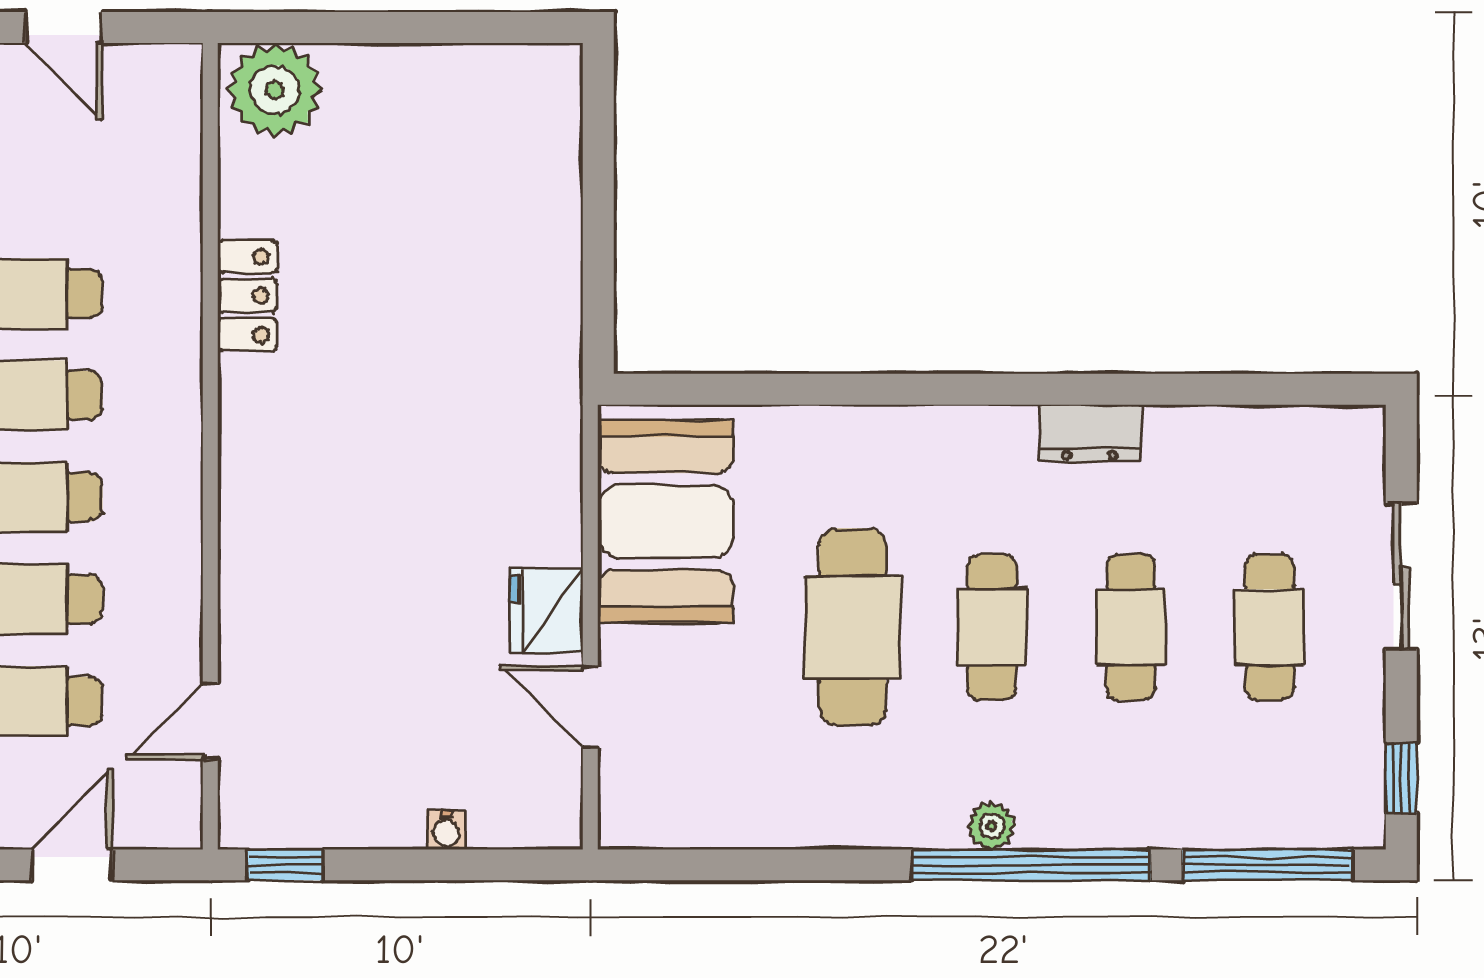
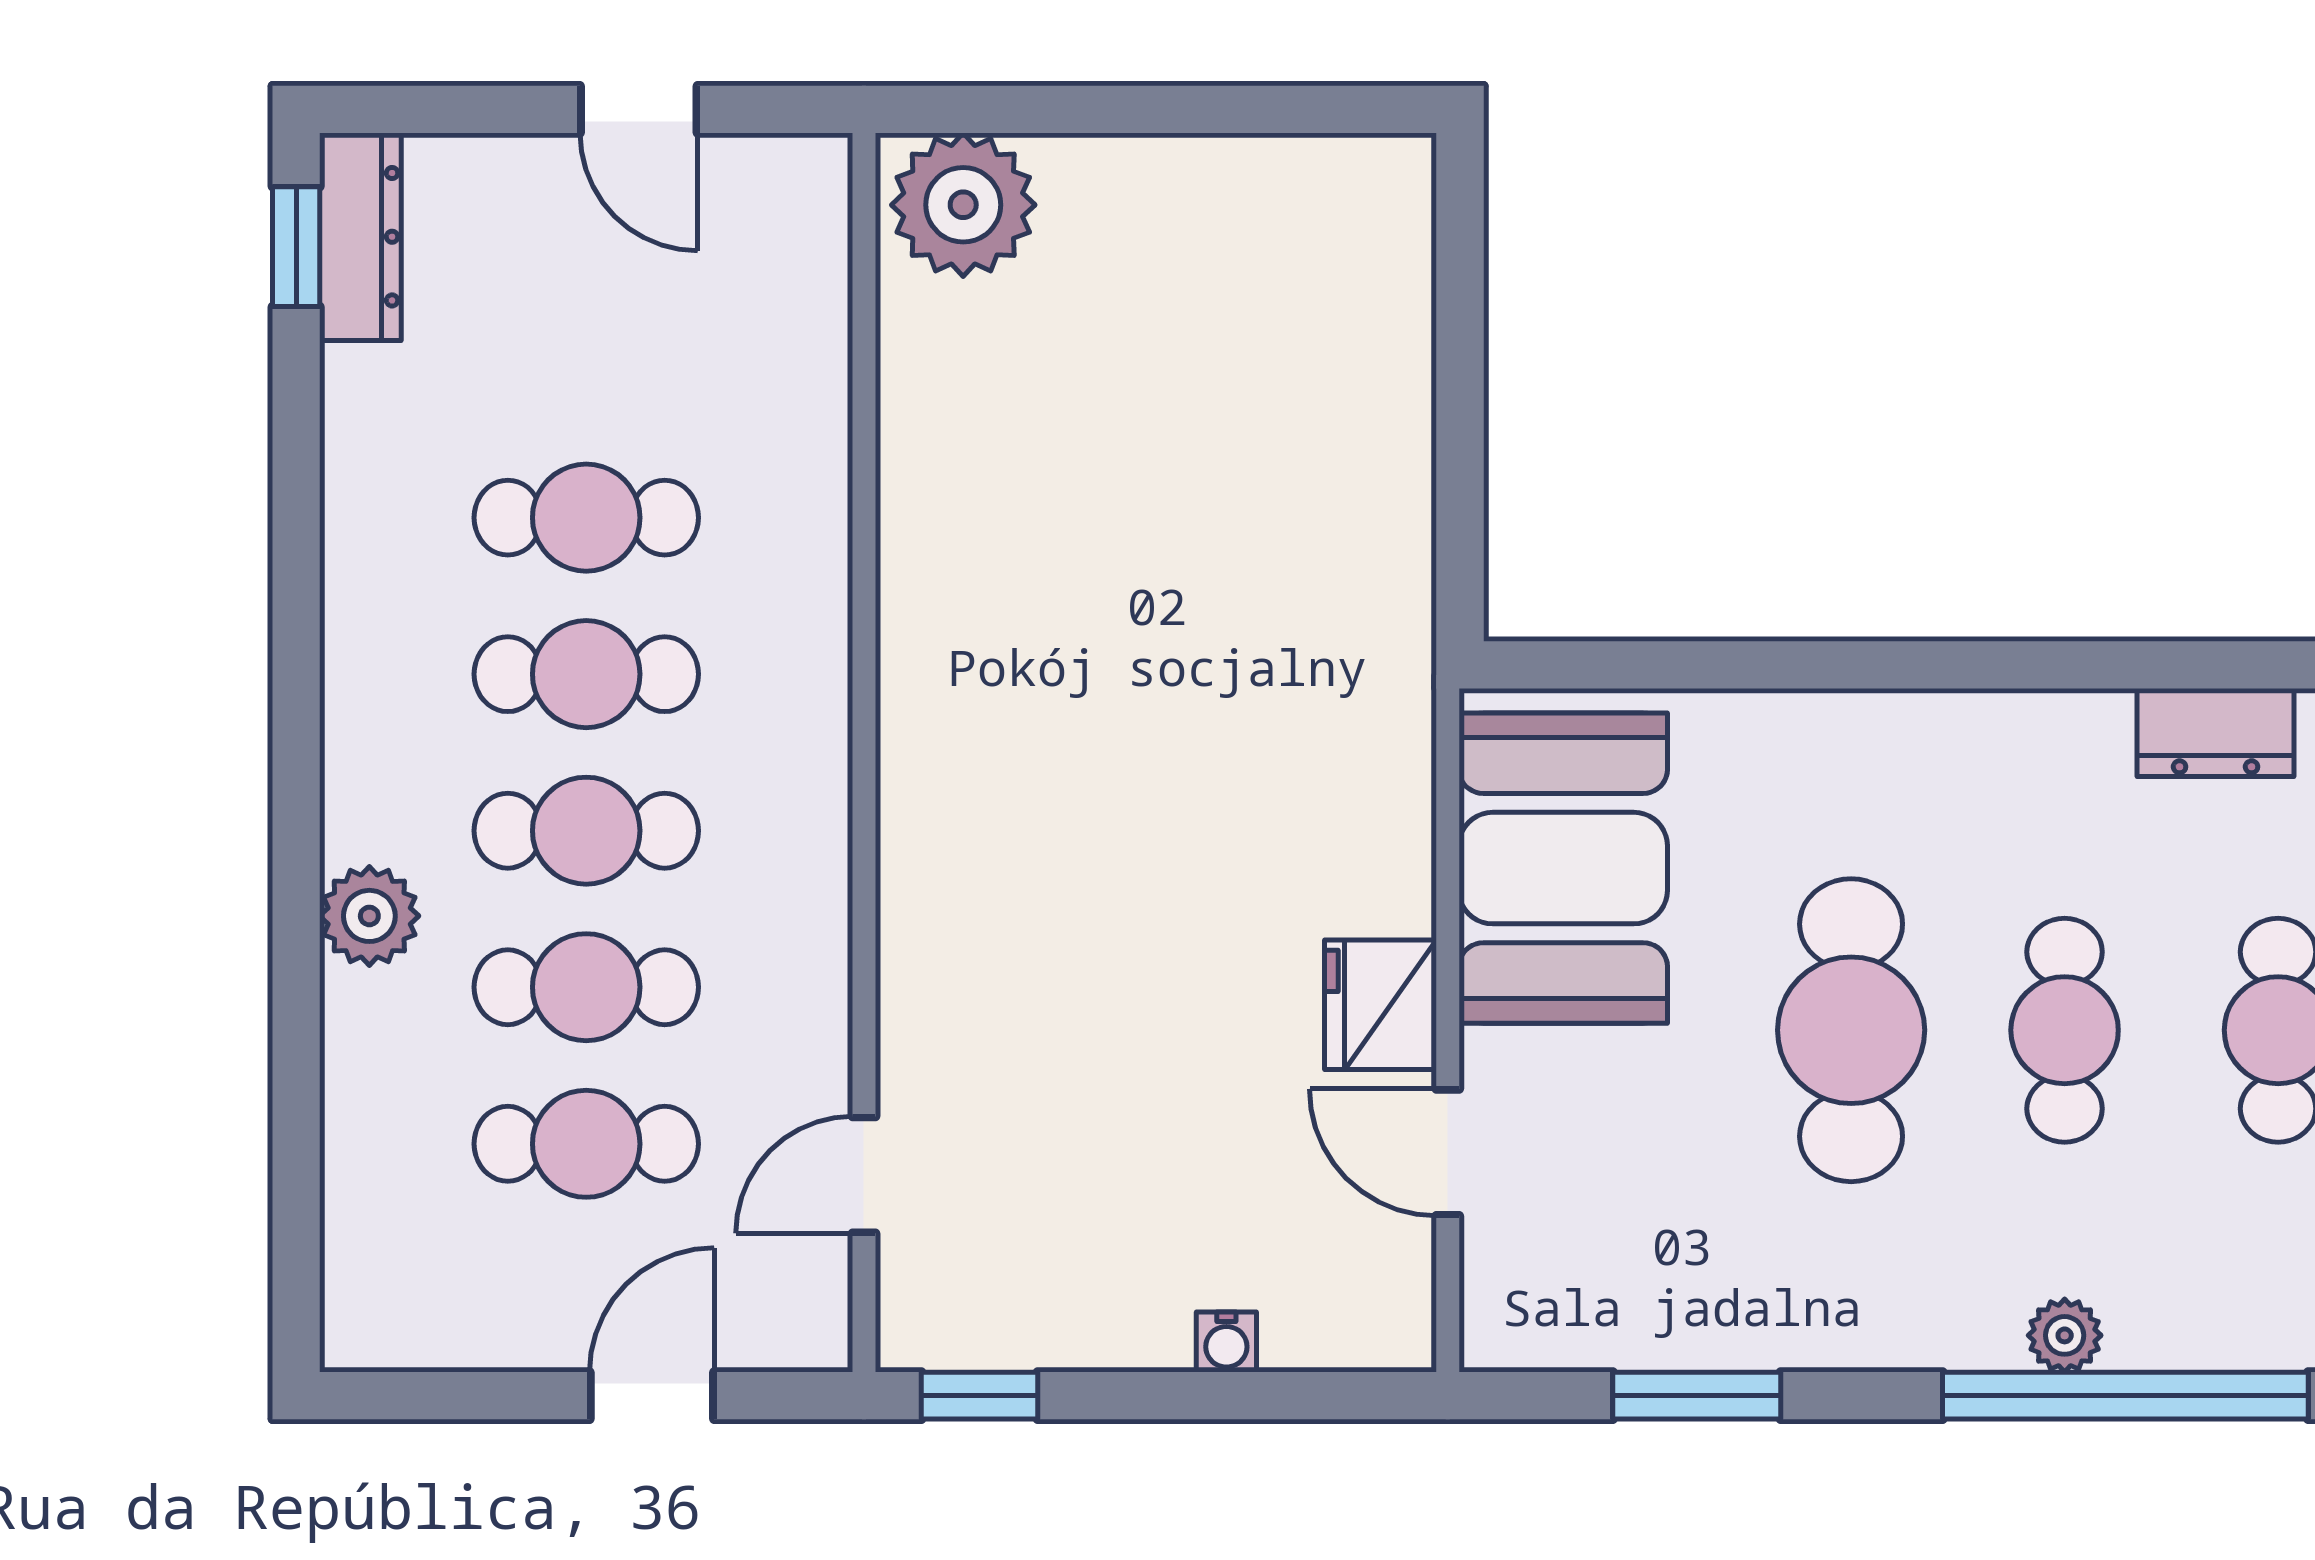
locker: (247, 296) -> (921, 521), removed
window: (752, 865) -> (1697, 1396), added

